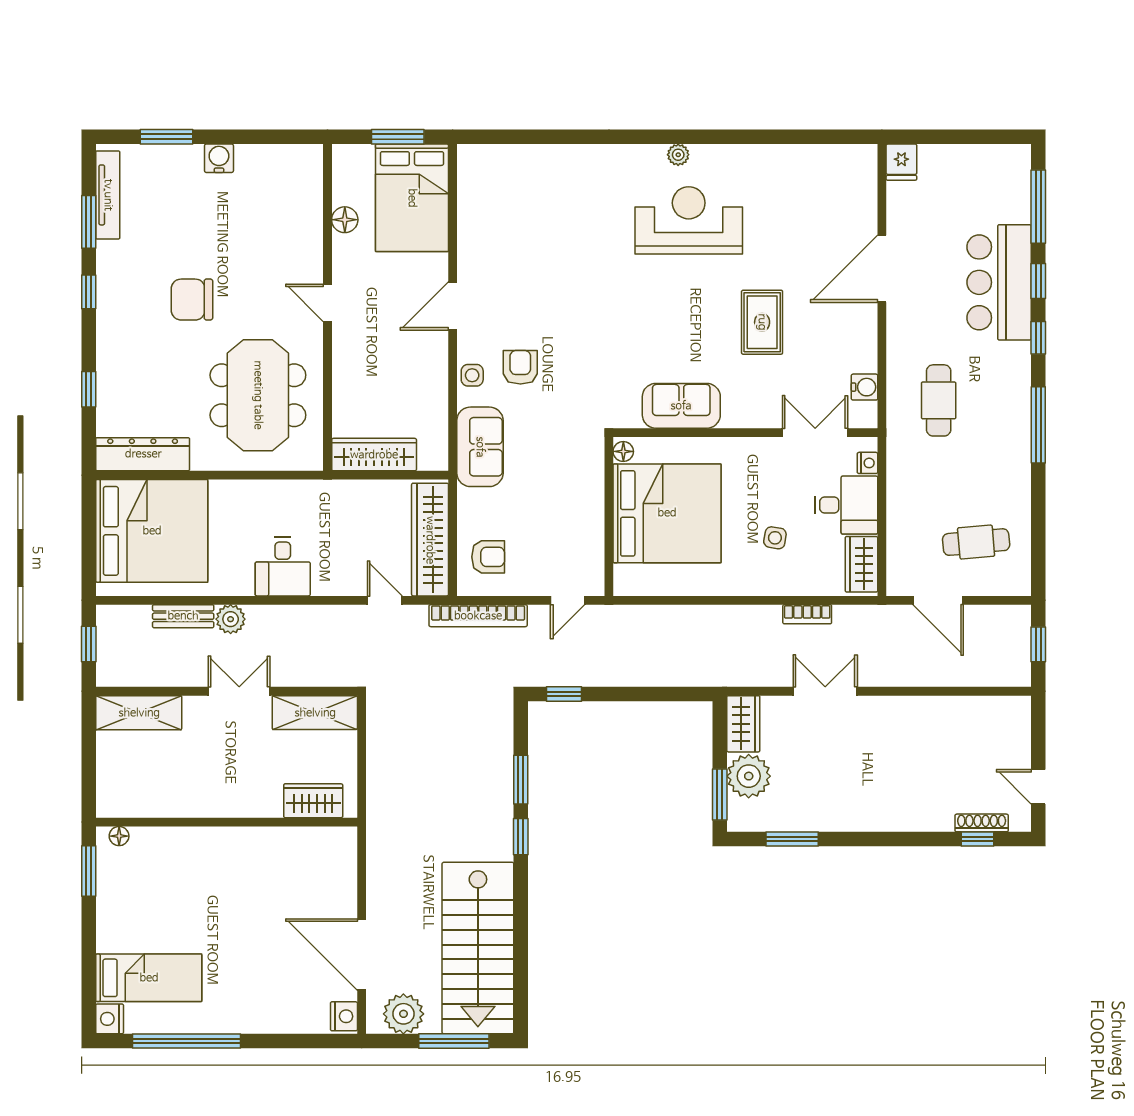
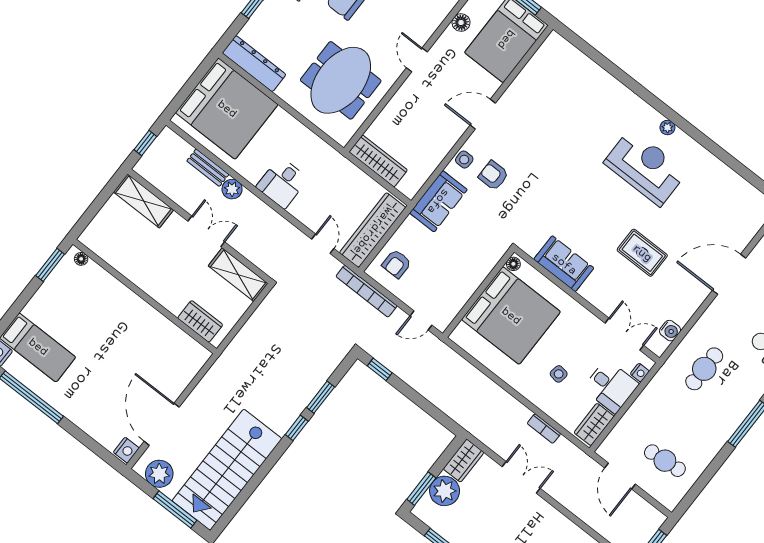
rug: (762, 322) -> (642, 253), turned 90
armchair: (520, 367) -> (493, 175), turned -90
armchair: (488, 557) -> (397, 264), turned 90

